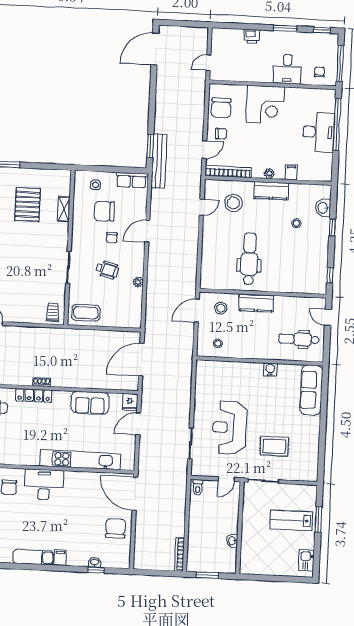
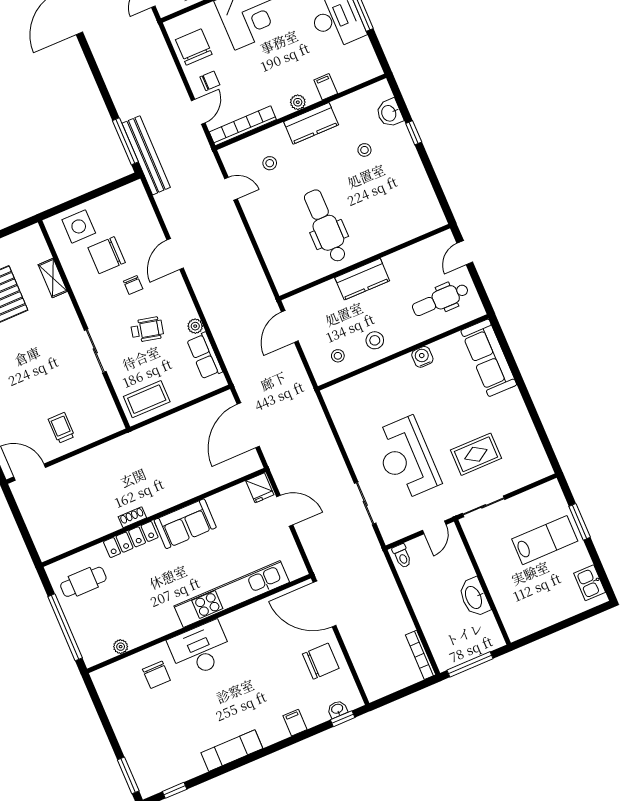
chair: (221, 108) -> (194, 47), turned 180
window: (150, 146) -> (125, 141), width x1.44
row of seats: (131, 180) -> (205, 356), moved, turned 90
side table: (96, 185) -> (79, 226), width x1.87, depth x1.87
stool: (233, 203) -> (270, 163), width x0.53, depth x0.53
door: (202, 207) -> (231, 189), hinge flipped
window: (330, 275) -> (441, 197), removed
stool: (221, 308) -> (375, 340), moved
trolley: (53, 312) -> (61, 428), moved
door: (328, 317) -> (465, 253), hinge flipped
sofa: (90, 403) -> (185, 524), moved
door: (138, 424) -> (285, 511), swing flipped
lab bench: (291, 520) -> (545, 540), turned 180
chair: (115, 528) -> (321, 661), turned 90
washbasin: (232, 541) -> (474, 597), width x1.91, depth x1.45
filing cabinet: (60, 558) -> (295, 723), moved
washbasin: (95, 562) -> (337, 709), moved
window: (96, 570) -> (343, 719), moved
window: (207, 575) -> (470, 664), width x1.44

